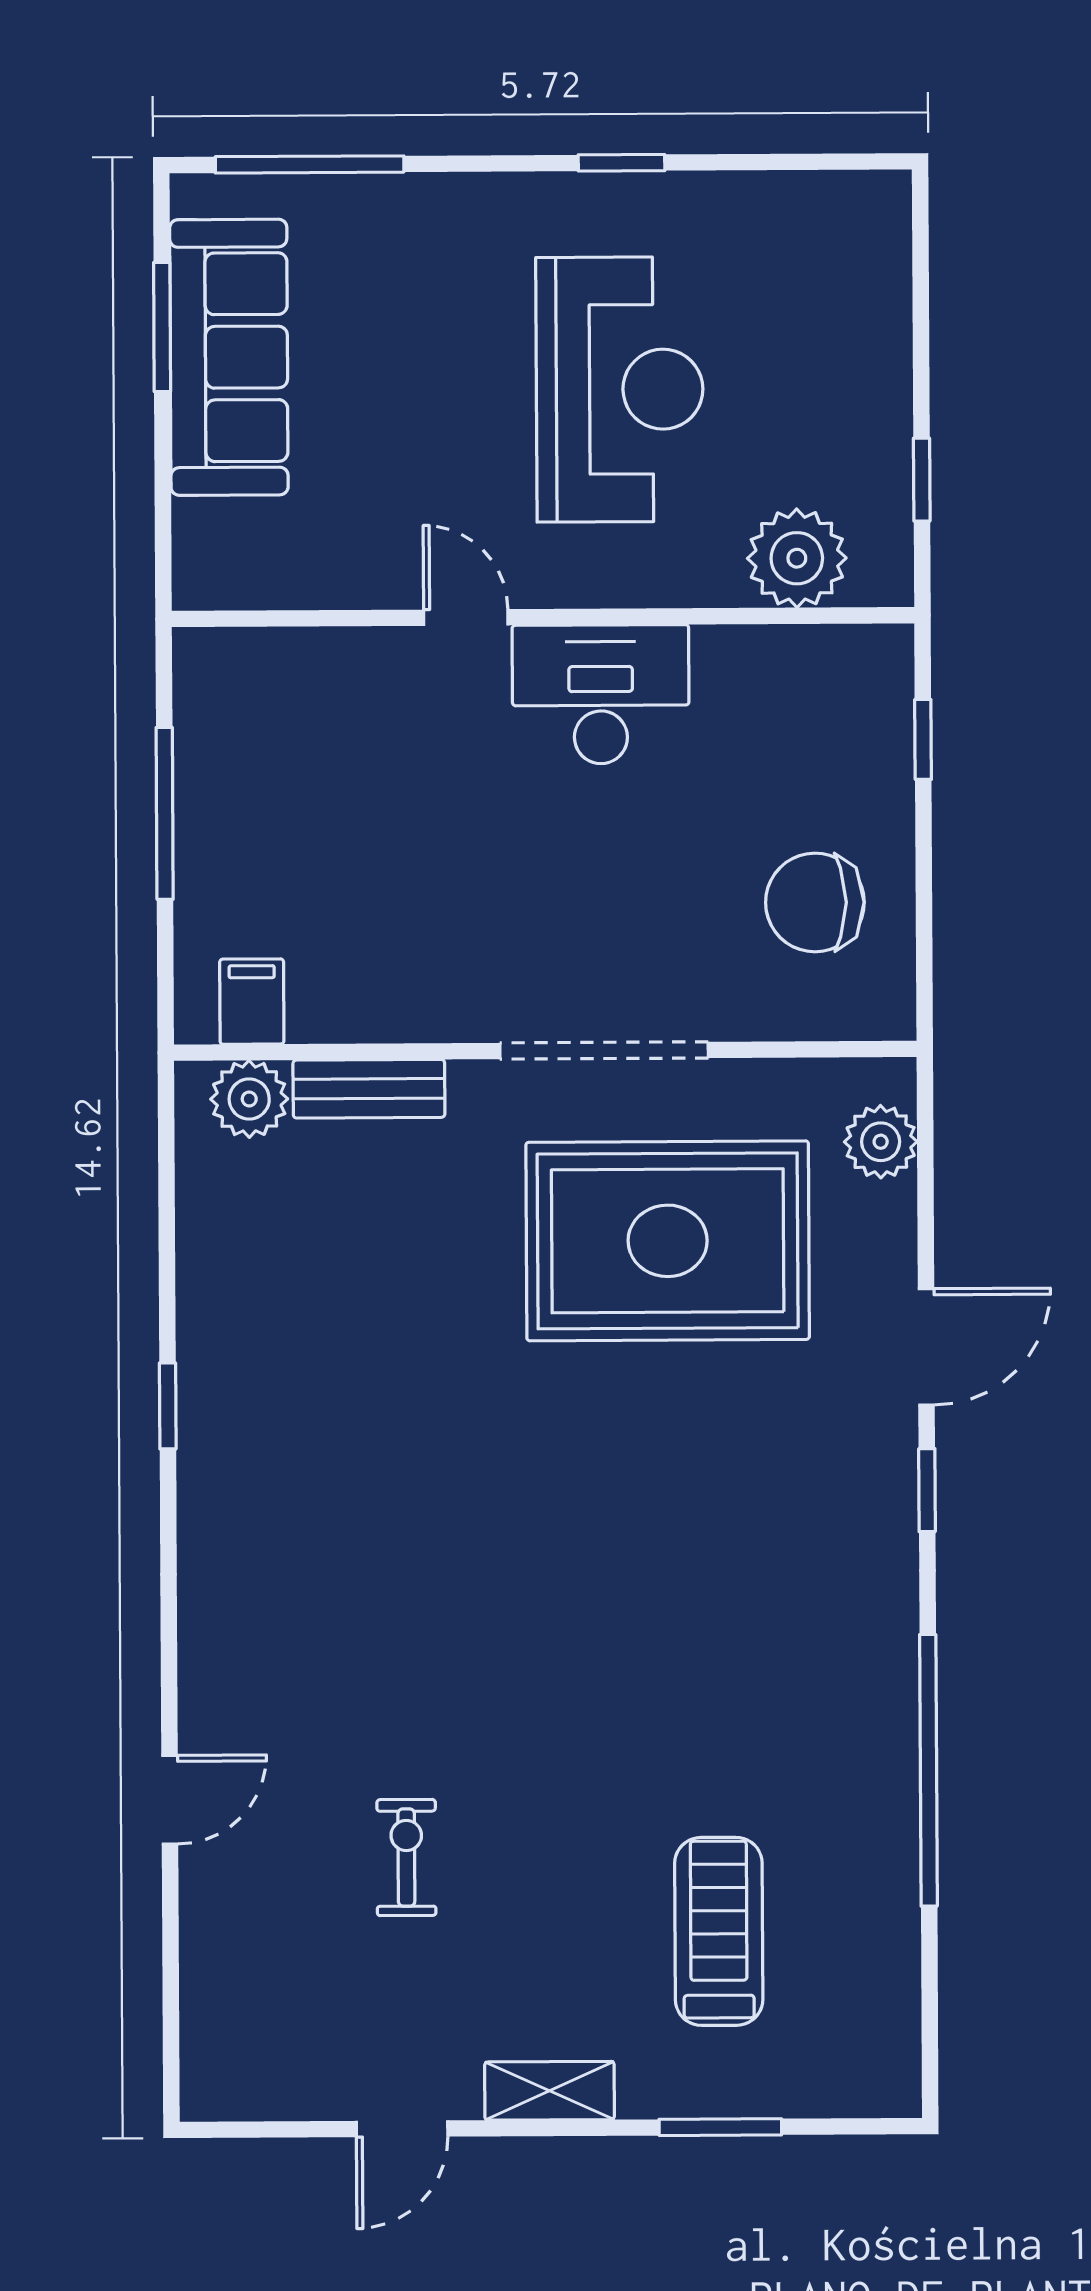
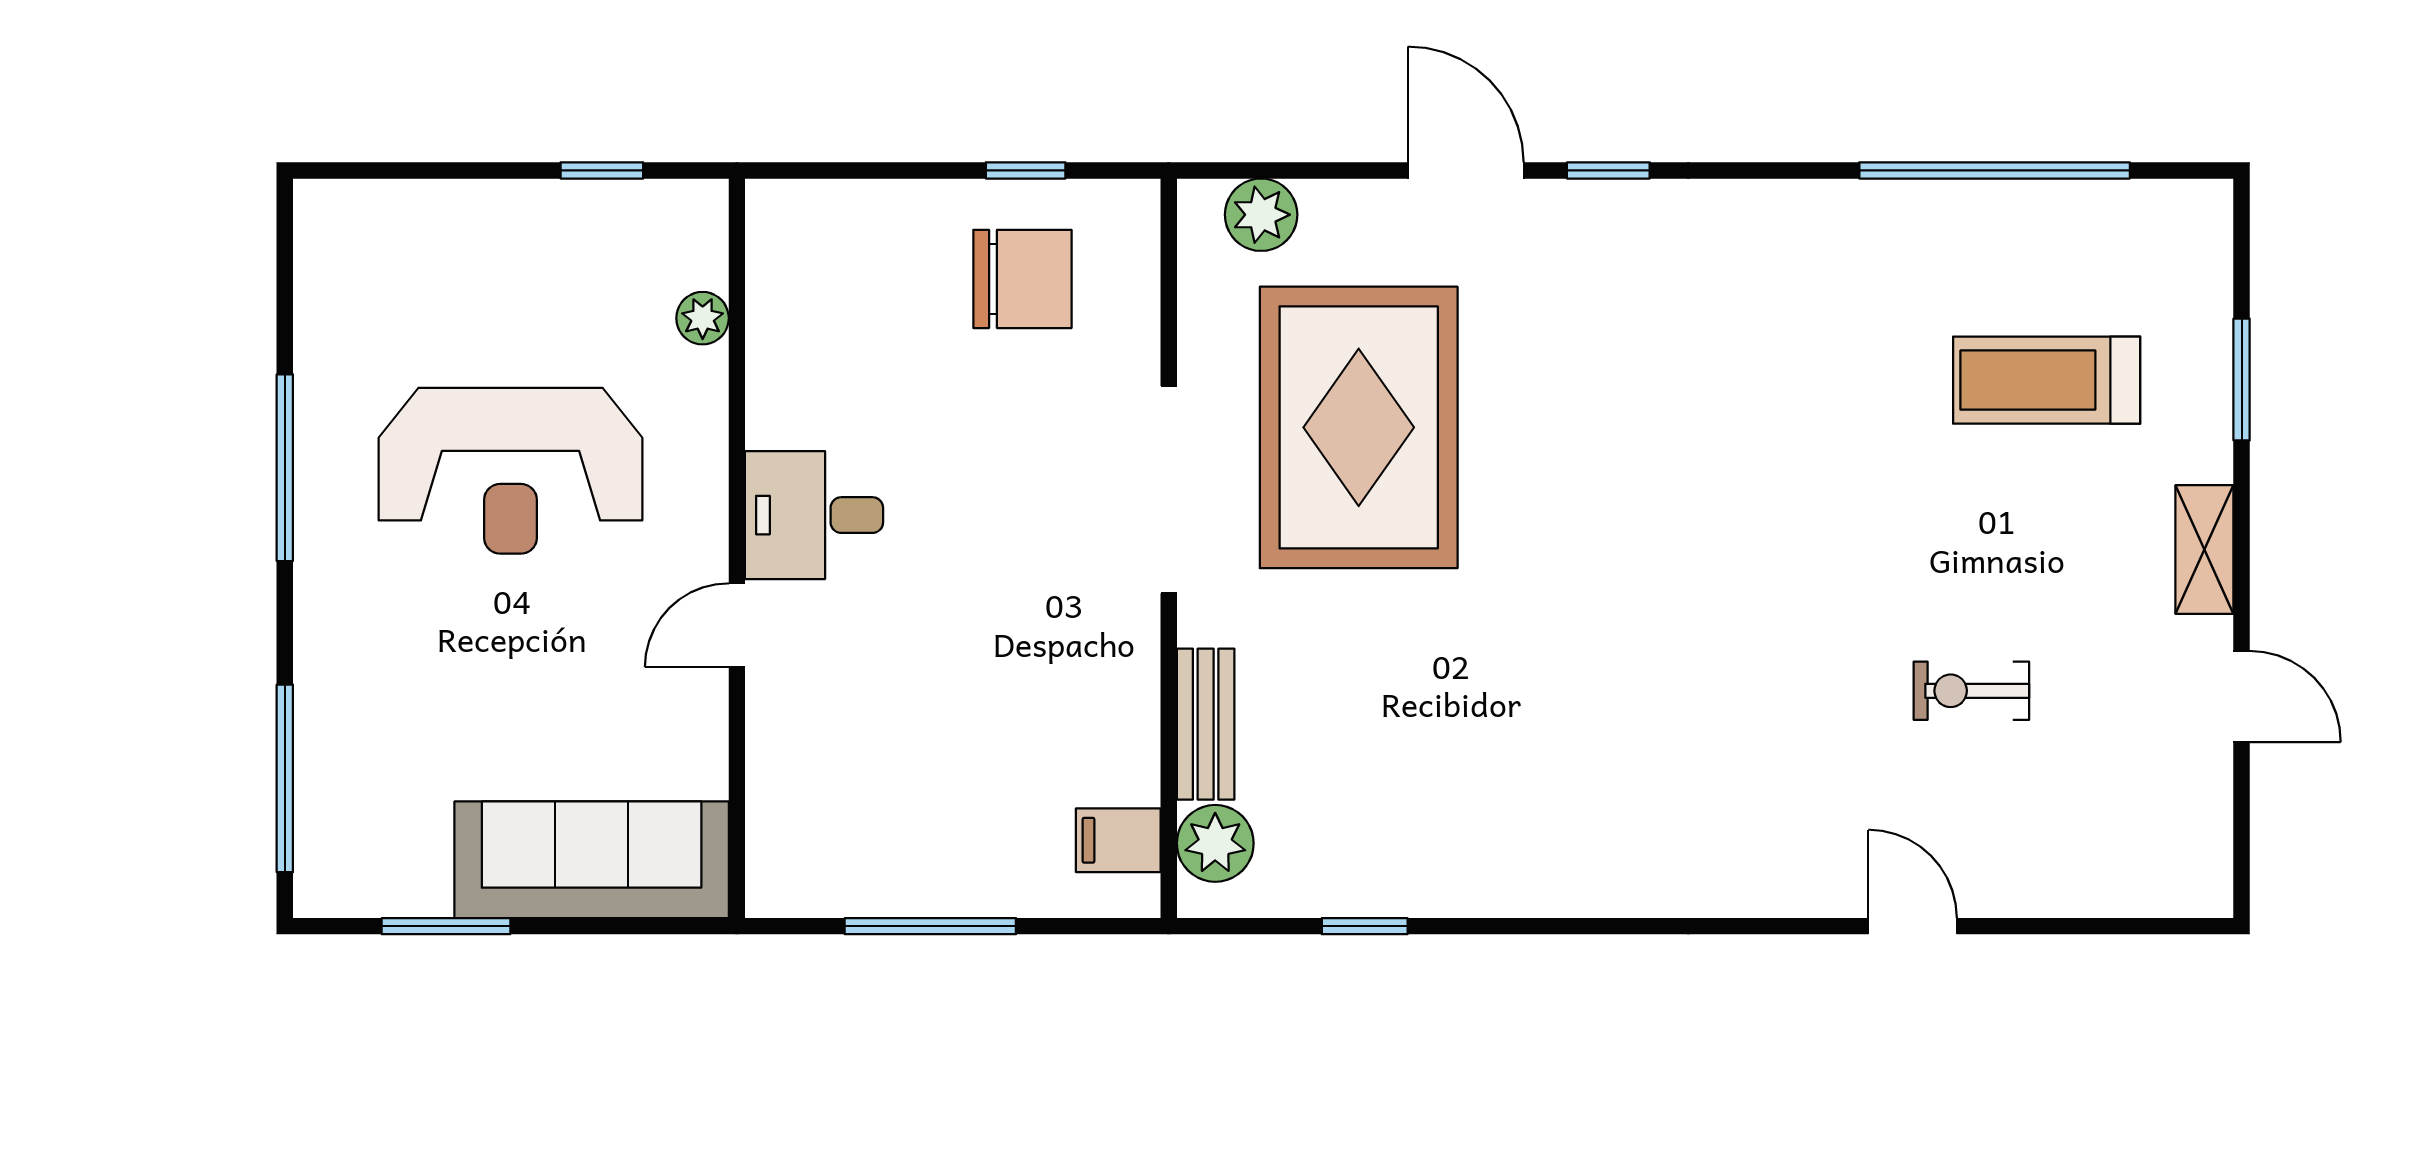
window: (621, 163) -> (285, 468), width x2.17
sofa: (229, 357) -> (592, 860), moved
reception desk: (620, 389) -> (511, 471), turned 180
plant: (797, 558) -> (703, 318), width x0.53, depth x0.53
desk: (601, 694) -> (814, 515), width x0.73
window: (923, 739) -> (1026, 170), moved
chair: (815, 902) -> (1022, 279), turned -90
window: (168, 1406) -> (1365, 926), moved
window: (928, 1770) -> (1995, 170), moved

